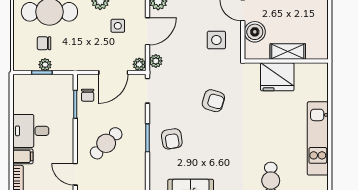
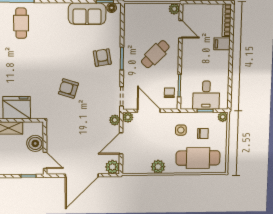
side table: (118, 26) -> (181, 130), moved
side table: (216, 40) -> (66, 137), removed
plant: (45, 65) -> (223, 117), moved
door: (113, 73) -> (149, 111), hinge flipped
desk: (31, 131) -> (206, 95), moved, turned 90

